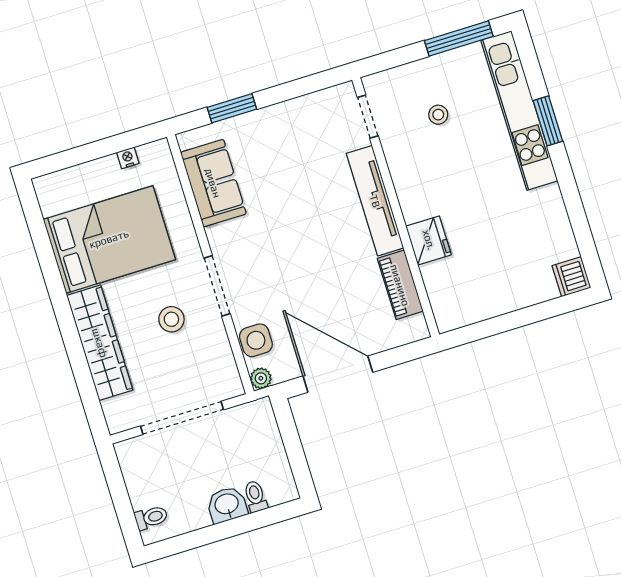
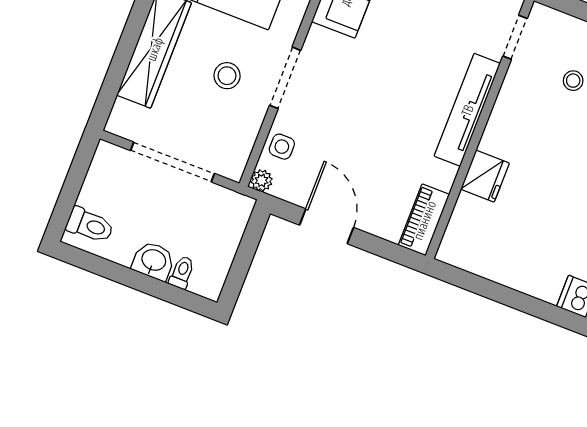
piano: (400, 285) -> (424, 220), moved
side table: (256, 340) -> (282, 147), width x0.73, depth x0.73
door: (338, 374) -> (326, 226), width x0.73
toilet: (151, 517) -> (90, 225), width x1.37, depth x1.39

